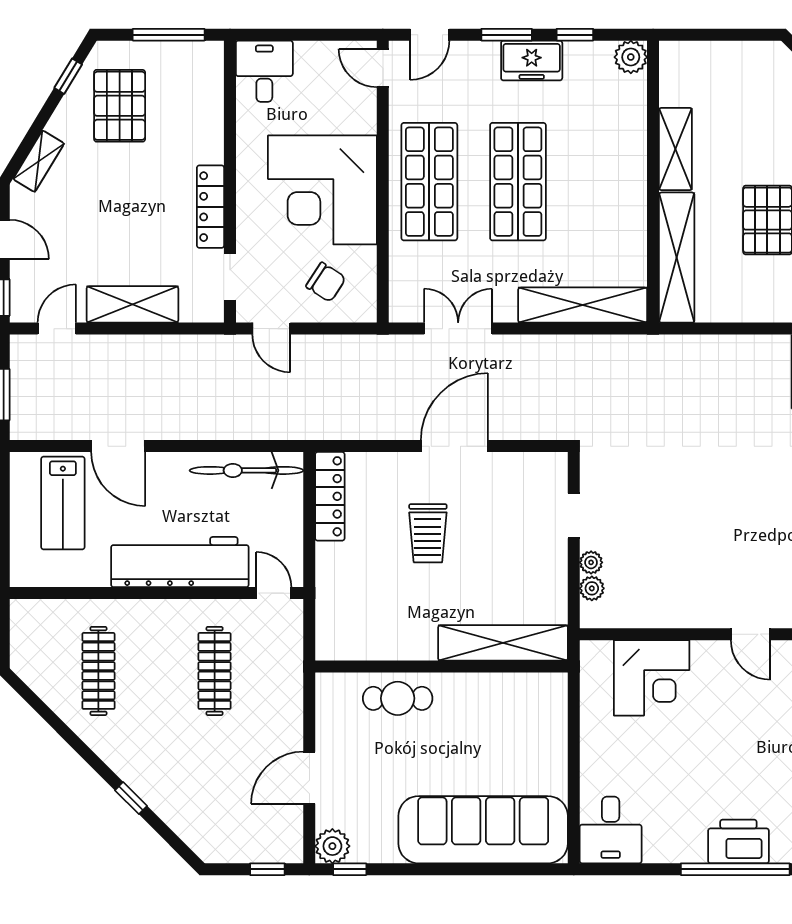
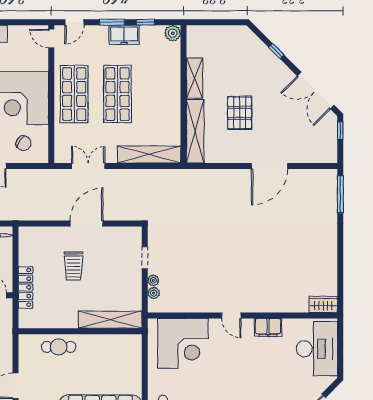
locker: (330, 496) -> (25, 287), moved
corner desk: (652, 678) -> (183, 343), width x1.36, depth x1.36

